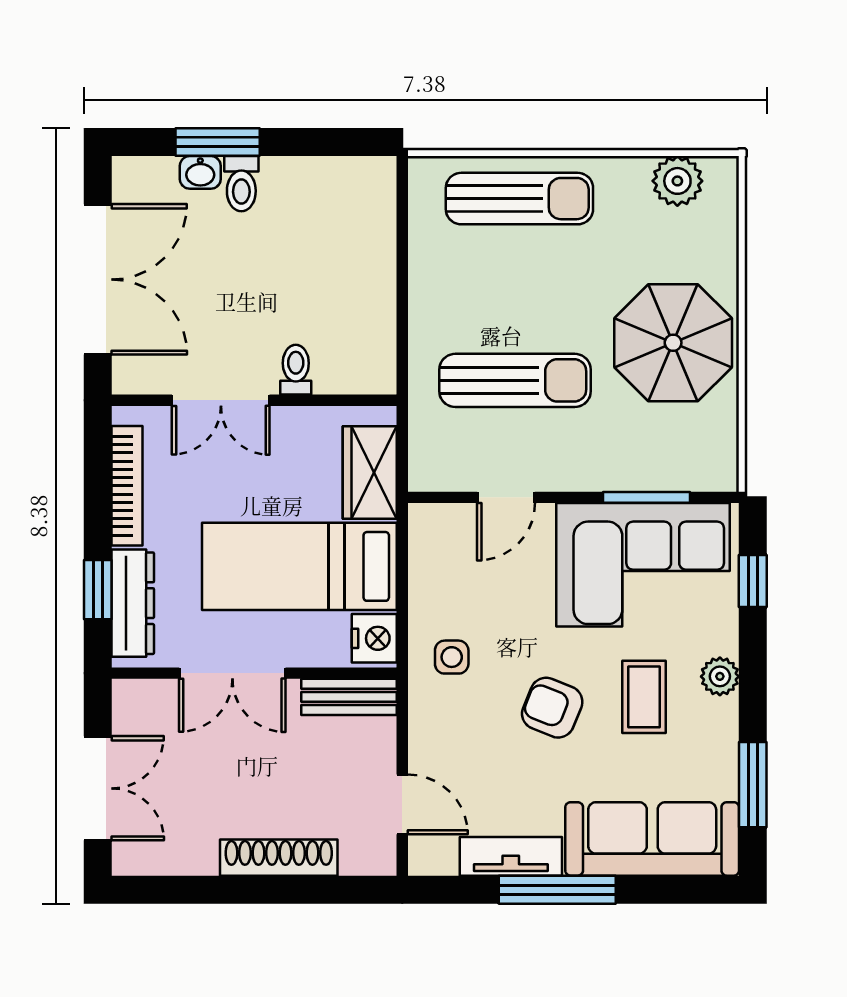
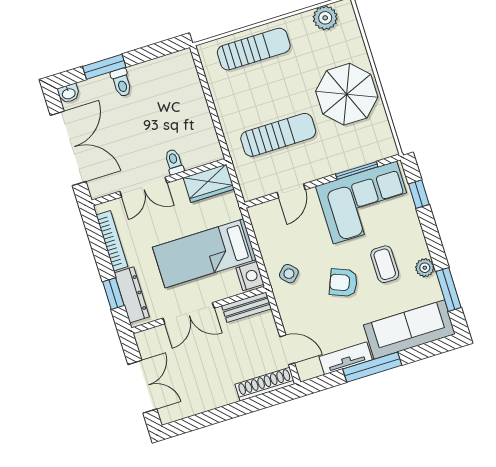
washbasin: (200, 172) -> (69, 93), moved
wardrobe: (370, 473) -> (209, 183), moved, turned -90
side table: (452, 657) -> (289, 274), turned 45
plant: (720, 676) -> (425, 268), moved
shoe rack: (279, 858) -> (265, 384), moved

